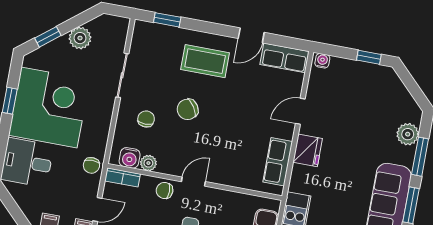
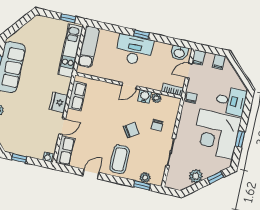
plant: (162, 33) -> (145, 178), added
row of seats: (285, 58) -> (65, 151), moved, turned 90
coffee table: (205, 61) -> (120, 159), turned 90
water cooler: (130, 158) -> (145, 96), moved
chair: (164, 190) -> (147, 81), removed

